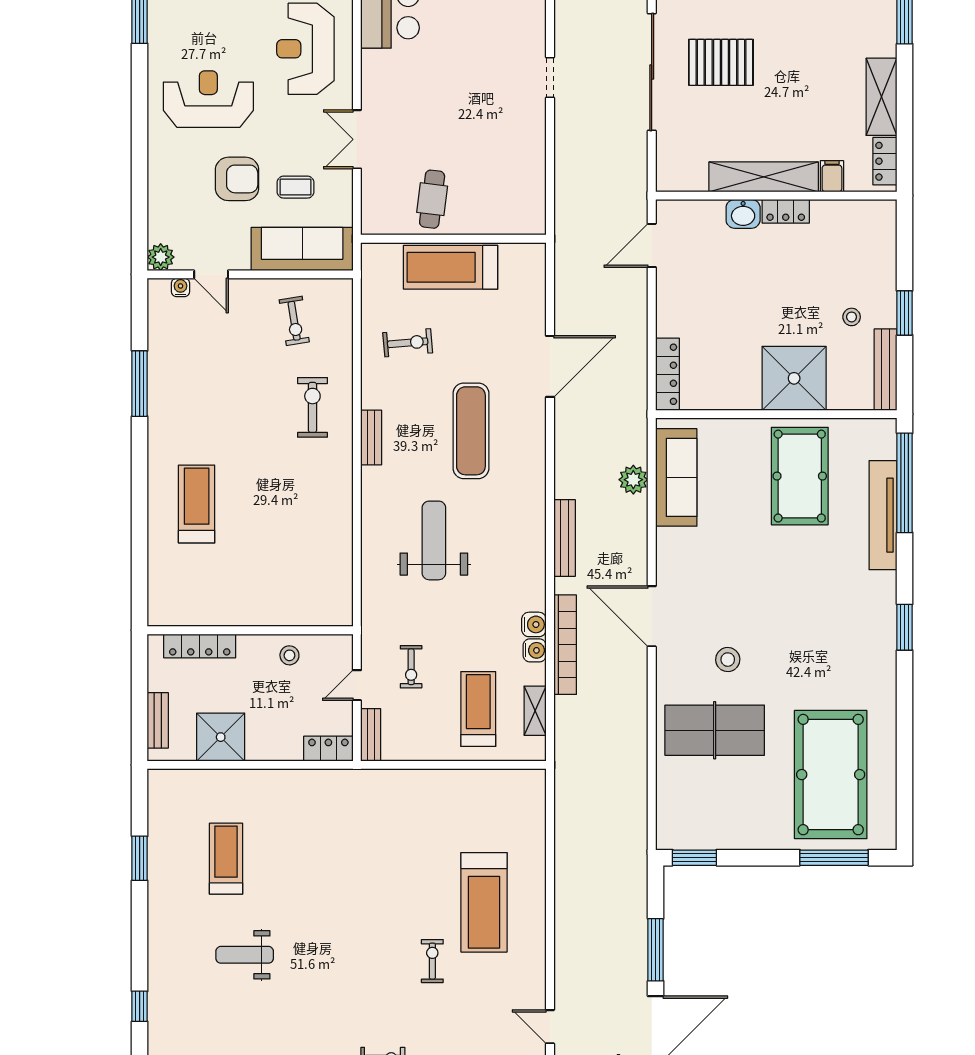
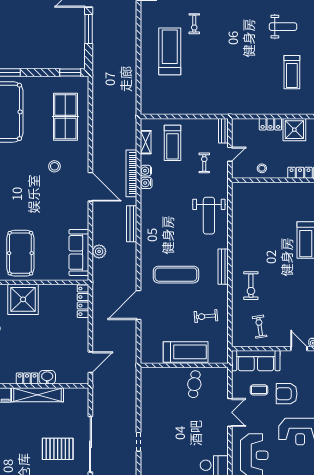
exercise mat: (471, 431) -> (176, 275), turned 90
bench: (371, 438) -> (223, 267), width x1.36
weight bench: (434, 540) -> (209, 216), moved
table tennis table: (715, 730) -> (65, 117), moved, turned 90
locker: (328, 749) -> (270, 124), moved

